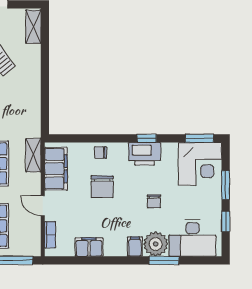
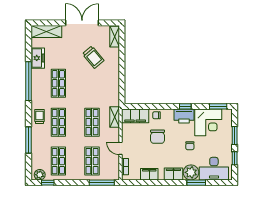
corner desk: (200, 164) -> (208, 122), moved
filing cabinet: (56, 169) -> (135, 116), moved, turned 90
filing cabinet: (135, 247) -> (173, 174), width x2.00

